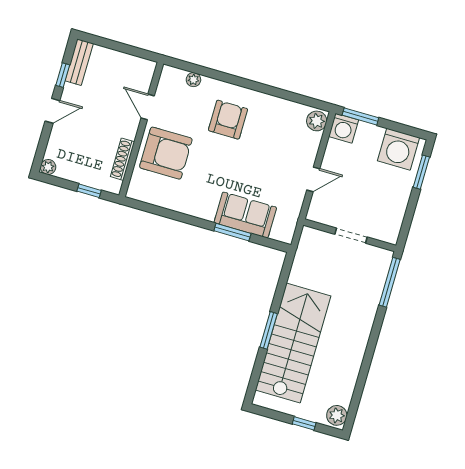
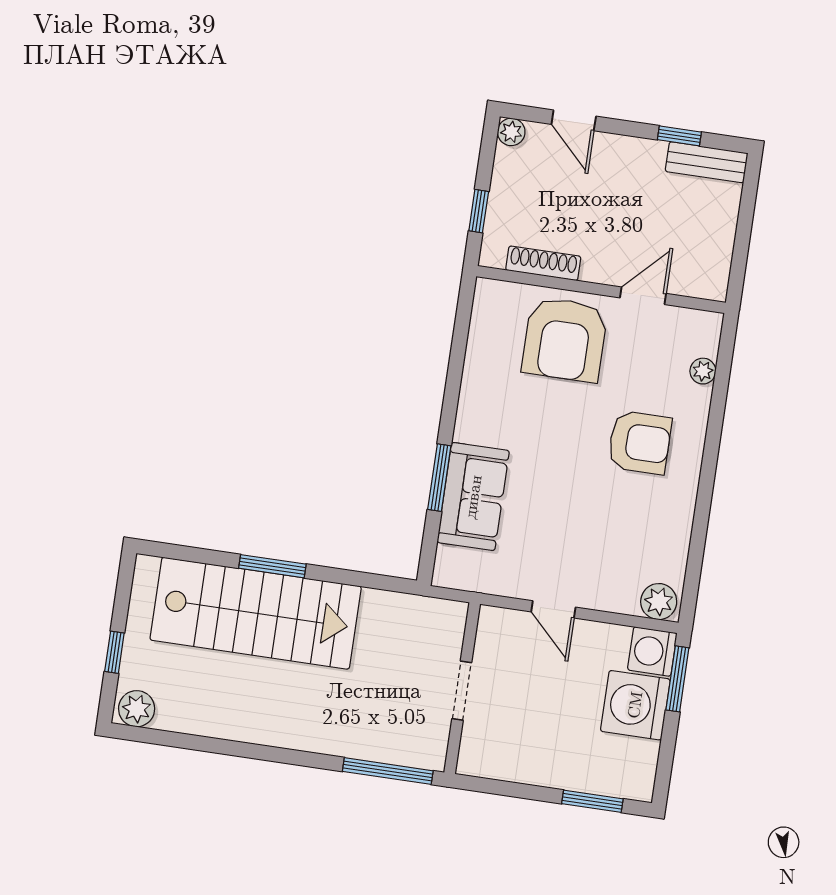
door: (52, 111) -> (574, 120), moved
washing machine: (398, 149) -> (635, 705), moved

